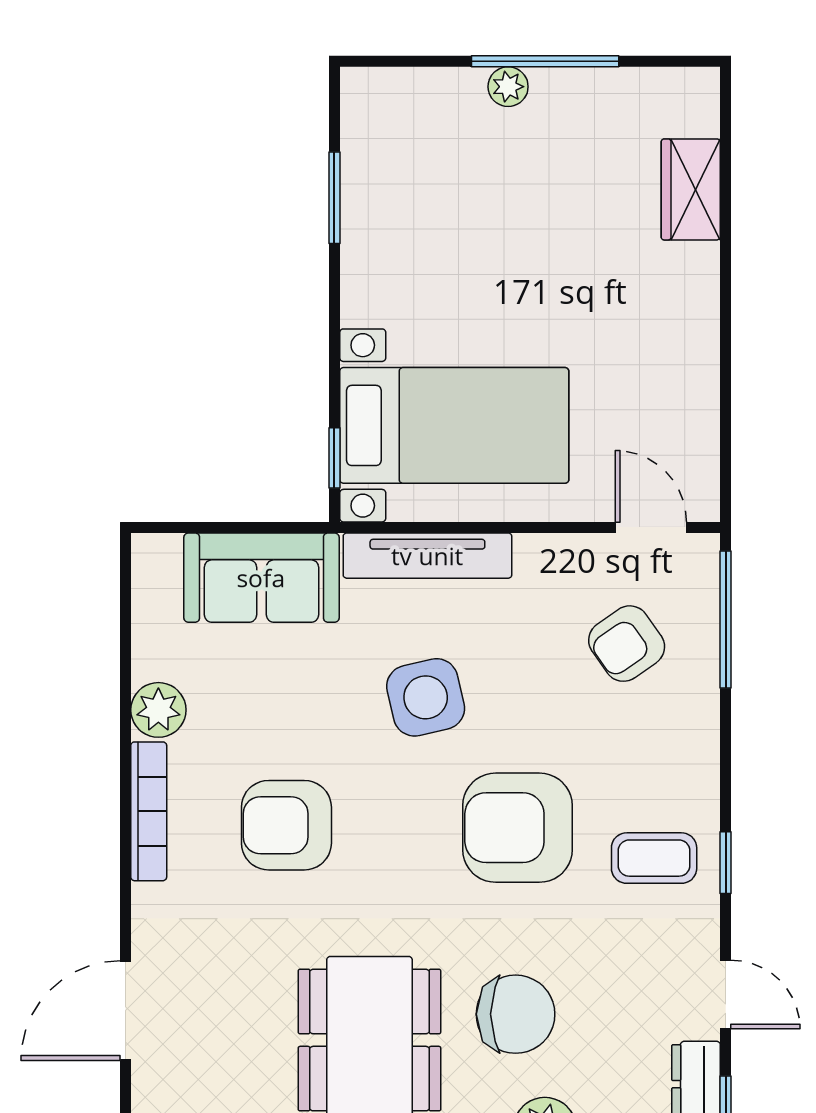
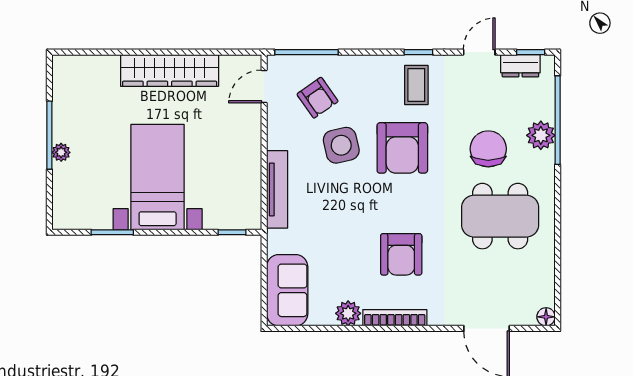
wardrobe: (691, 189) -> (170, 70), moved, width x2.10, depth x1.17
bed with nightstands: (454, 425) -> (158, 177), moved
sofa: (261, 578) -> (287, 290), moved
side table: (426, 697) -> (341, 145), moved

